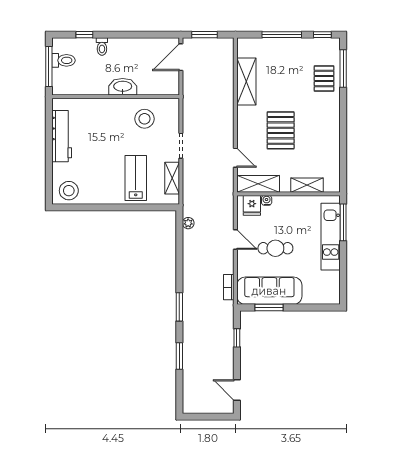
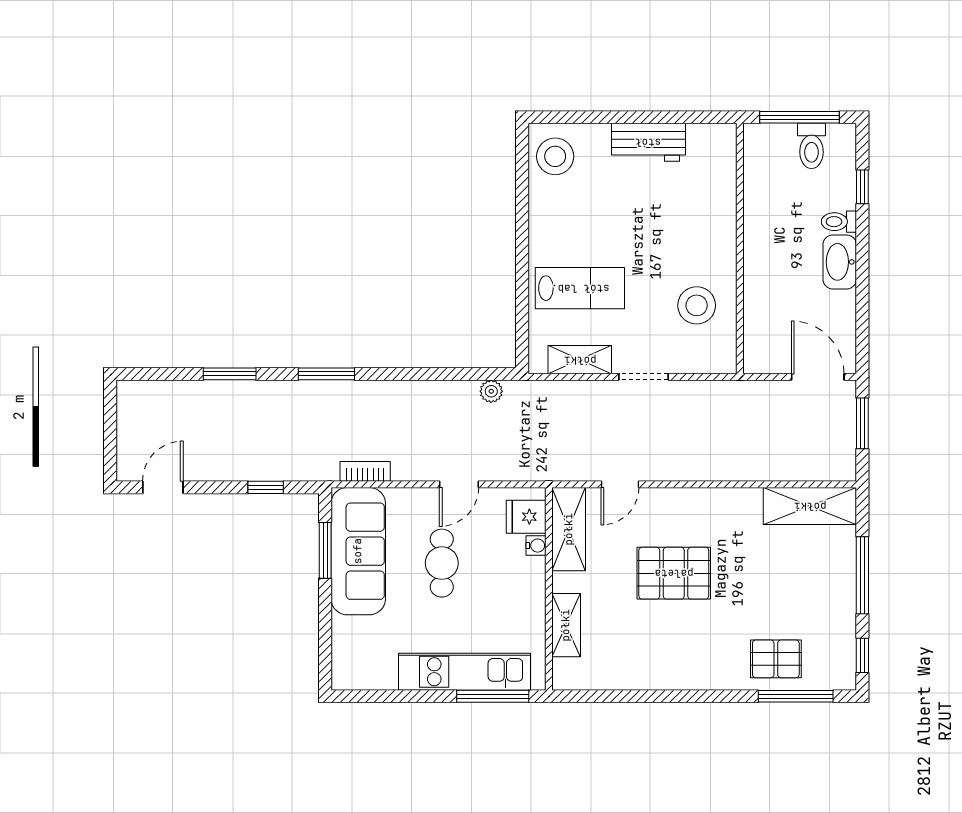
shelving: (246, 82) -> (810, 506), moved
washbasin: (123, 87) -> (840, 262), moved, turned 180
workbench: (62, 136) -> (648, 142), width x0.73

